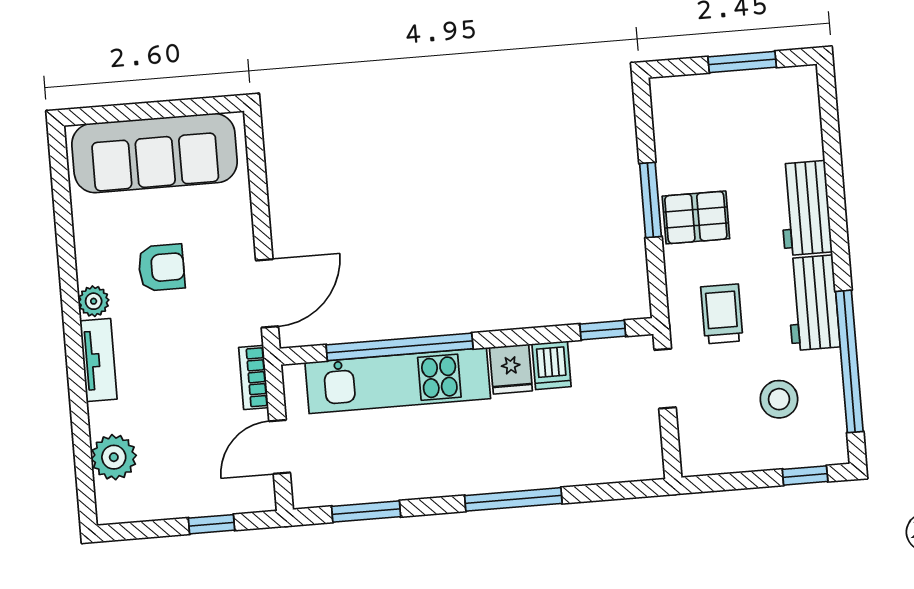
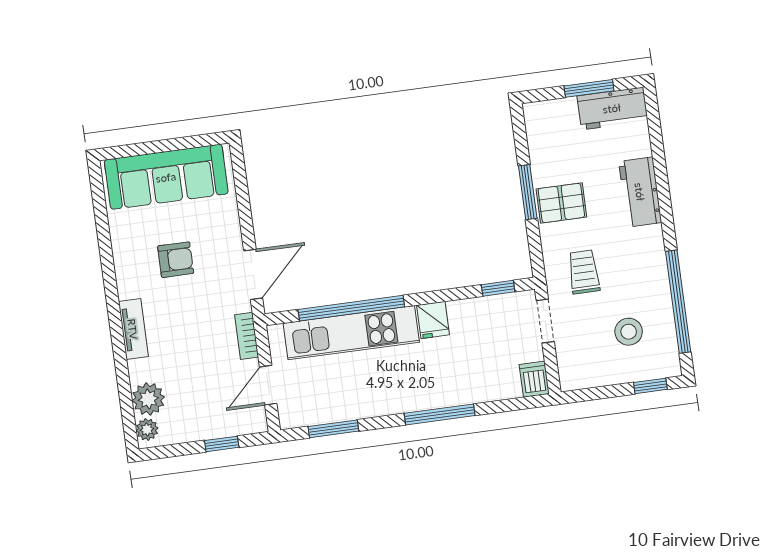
plant: (94, 301) -> (147, 429), moved
workbench: (813, 303) -> (612, 108), moved, turned -90
dishwasher: (551, 365) -> (534, 379), moved, turned 180

